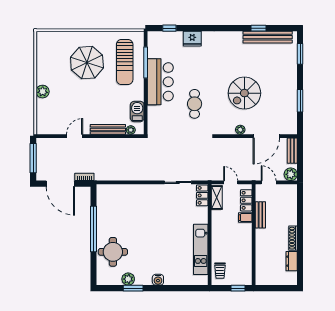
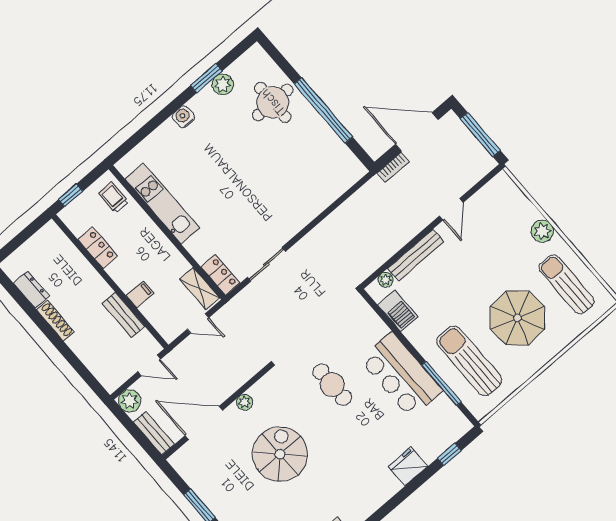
sun lounger: (52, 59) -> (566, 284), added
door: (266, 136) -> (204, 423), hinge flipped
locker: (246, 200) -> (98, 248), moved

